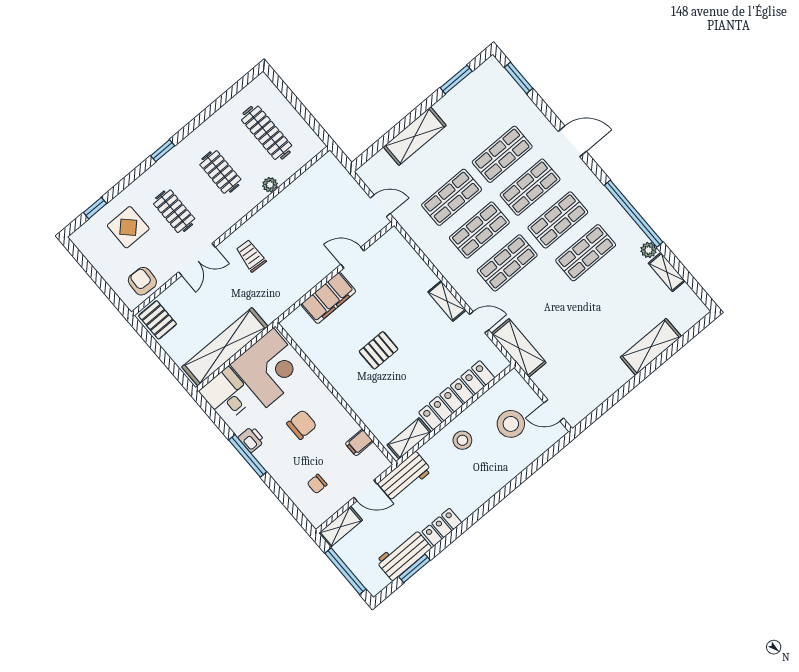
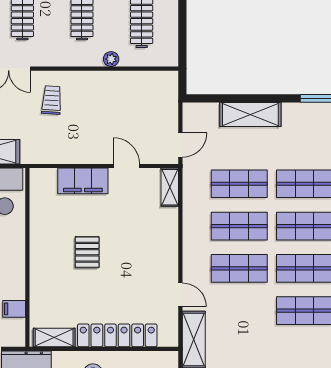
door: (380, 206) -> (180, 145), hinge flipped
shelving: (447, 301) -> (170, 187), moved
pallet: (379, 350) -> (87, 252), turned 90

